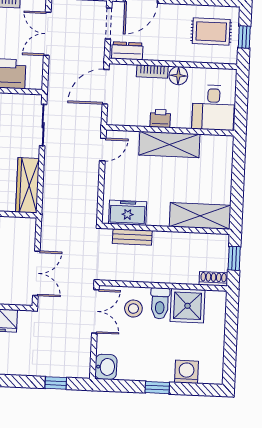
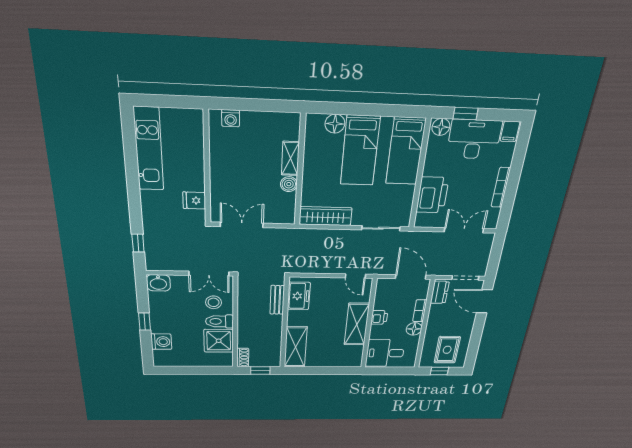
double door: (36, 273) -> (242, 225), swing flipped

